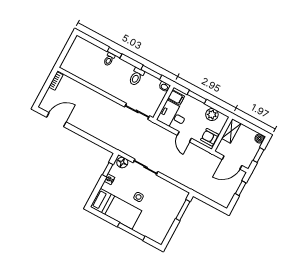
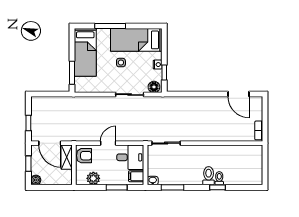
toilet: (136, 77) -> (209, 176), moved
door: (56, 120) -> (239, 94), hinge flipped
shelving: (231, 131) -> (67, 157), moved
door: (184, 137) -> (108, 143), hinge flipped
door: (232, 162) -> (50, 143), swing flipped
bed: (163, 221) -> (85, 52), added

